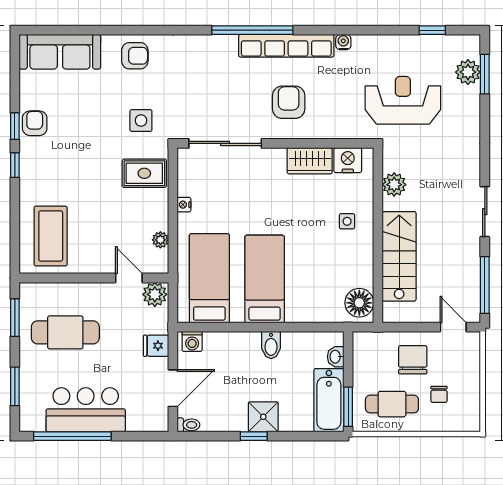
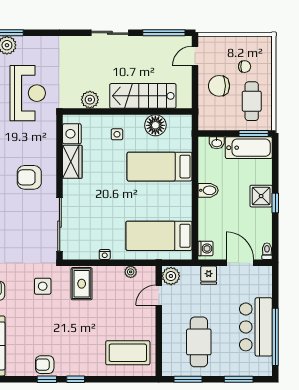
reception desk: (403, 100) -> (28, 93), turned 180
bed: (265, 279) -> (160, 167), moved
floor lamp: (359, 303) -> (155, 125), moved

